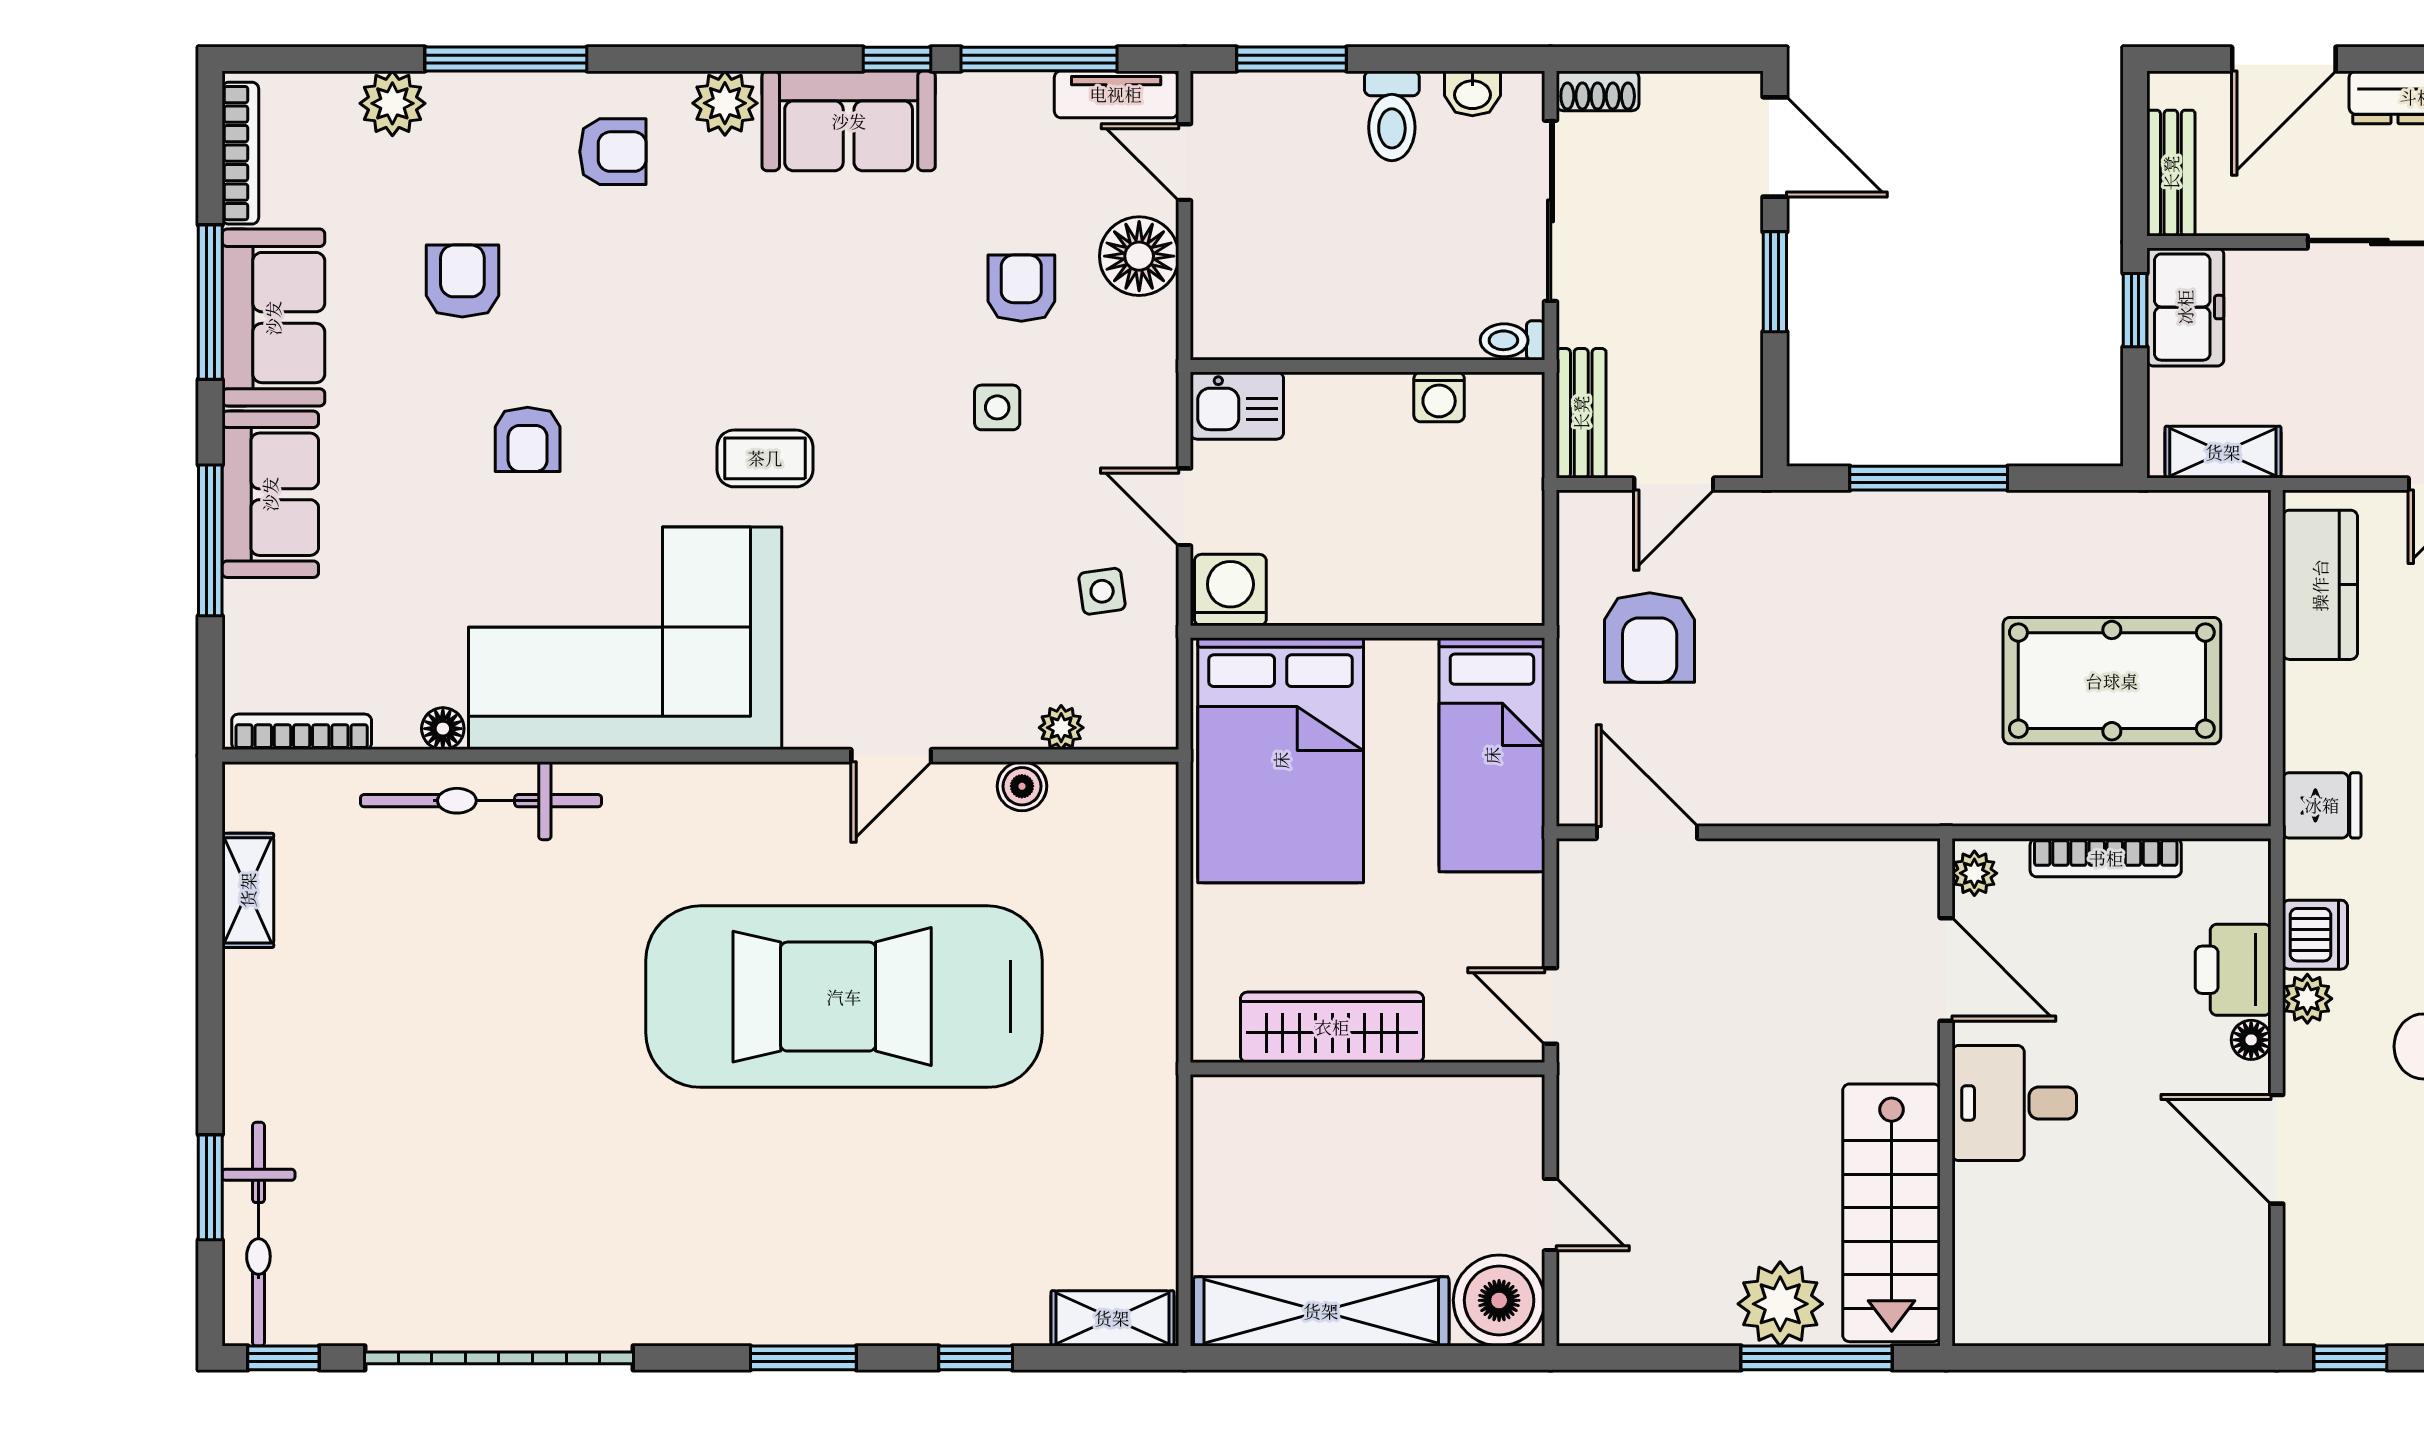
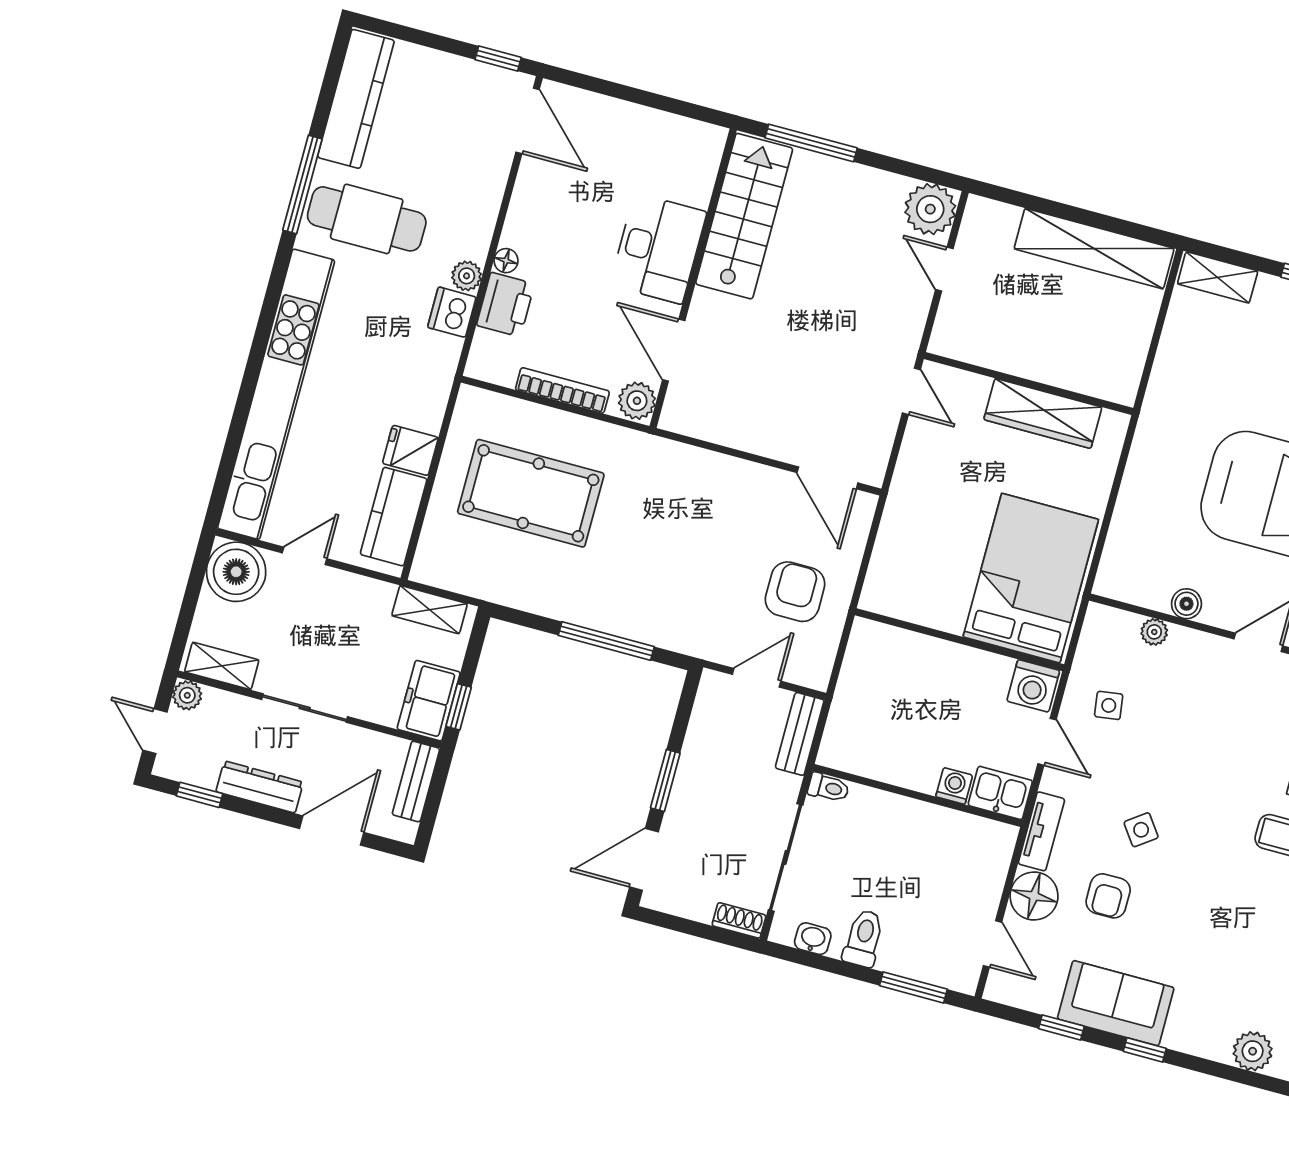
window: (1039, 59) -> (1061, 1027), width x0.46
tv unit: (1116, 94) -> (1041, 831), moved, turned 90
sofa: (849, 121) -> (1116, 1003), moved
door: (1775, 147) -> (644, 859), hinge flipped
washing machine: (1439, 397) -> (954, 786), moved
side table: (997, 407) -> (1141, 830), turned -36
bed: (1492, 755) -> (906, 548), removed
fridge: (2322, 805) -> (410, 450), moved
plant: (1974, 873) -> (637, 401), width x1.38, depth x1.38
desk: (2014, 1103) -> (658, 248), width x1.37
door: (2277, 1149) -> (528, 121), moved
boiler: (1499, 1300) -> (988, 227), removed
plant: (1780, 1304) -> (930, 209), moved

